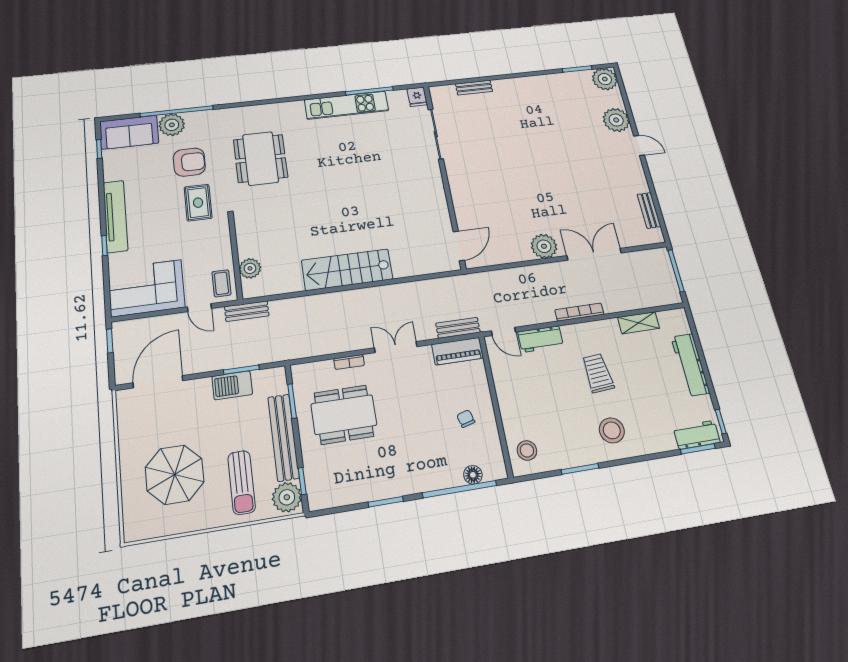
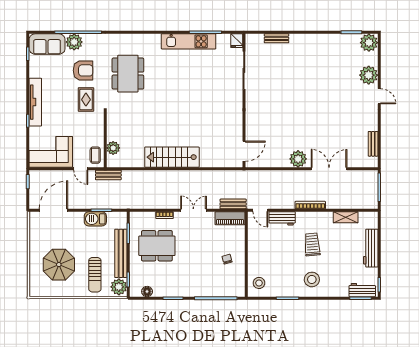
floor lamp: (473, 475) -> (147, 292), moved

